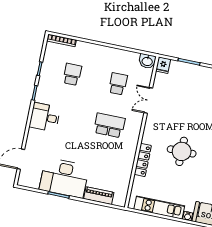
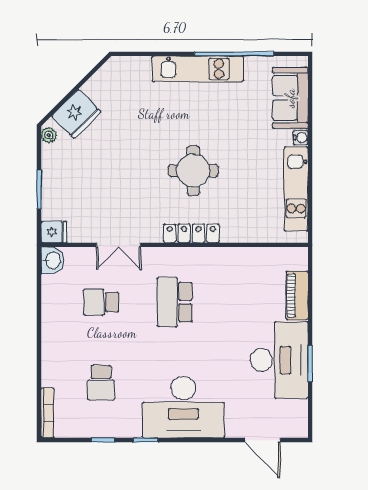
school desk: (72, 74) -> (101, 383), turned -90
desk: (45, 117) -> (183, 407), width x1.87, depth x1.30
locker: (143, 160) -> (191, 233), moved

